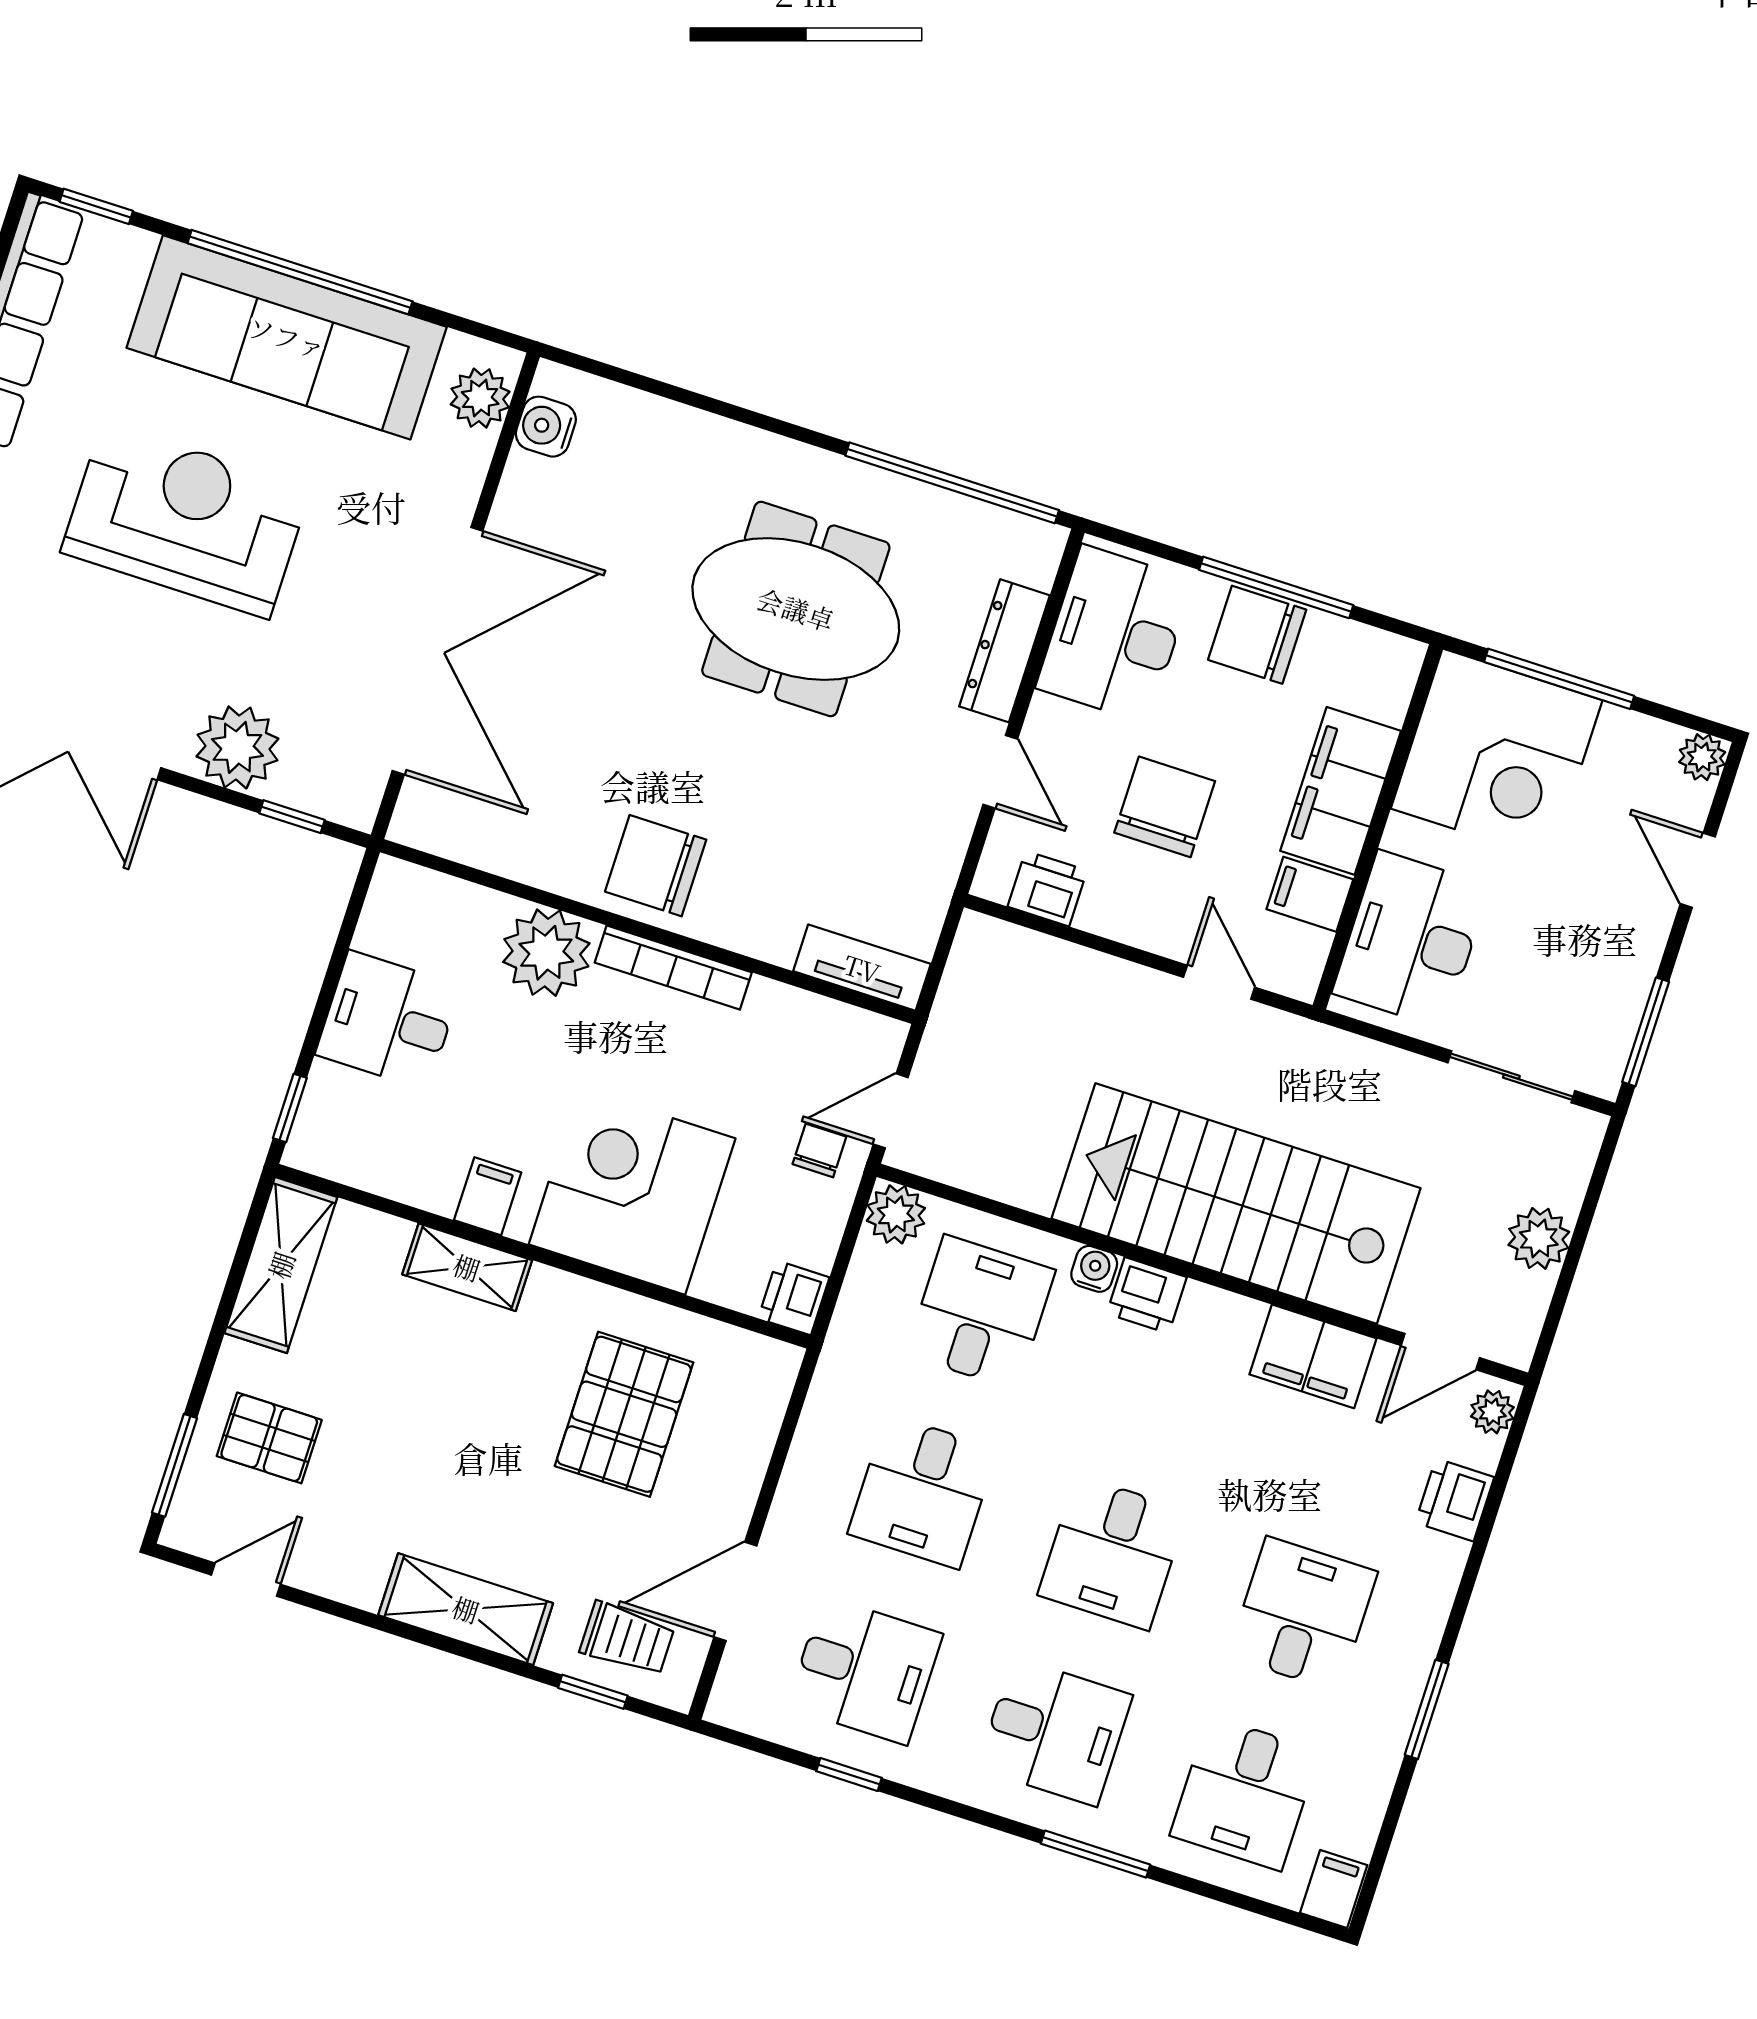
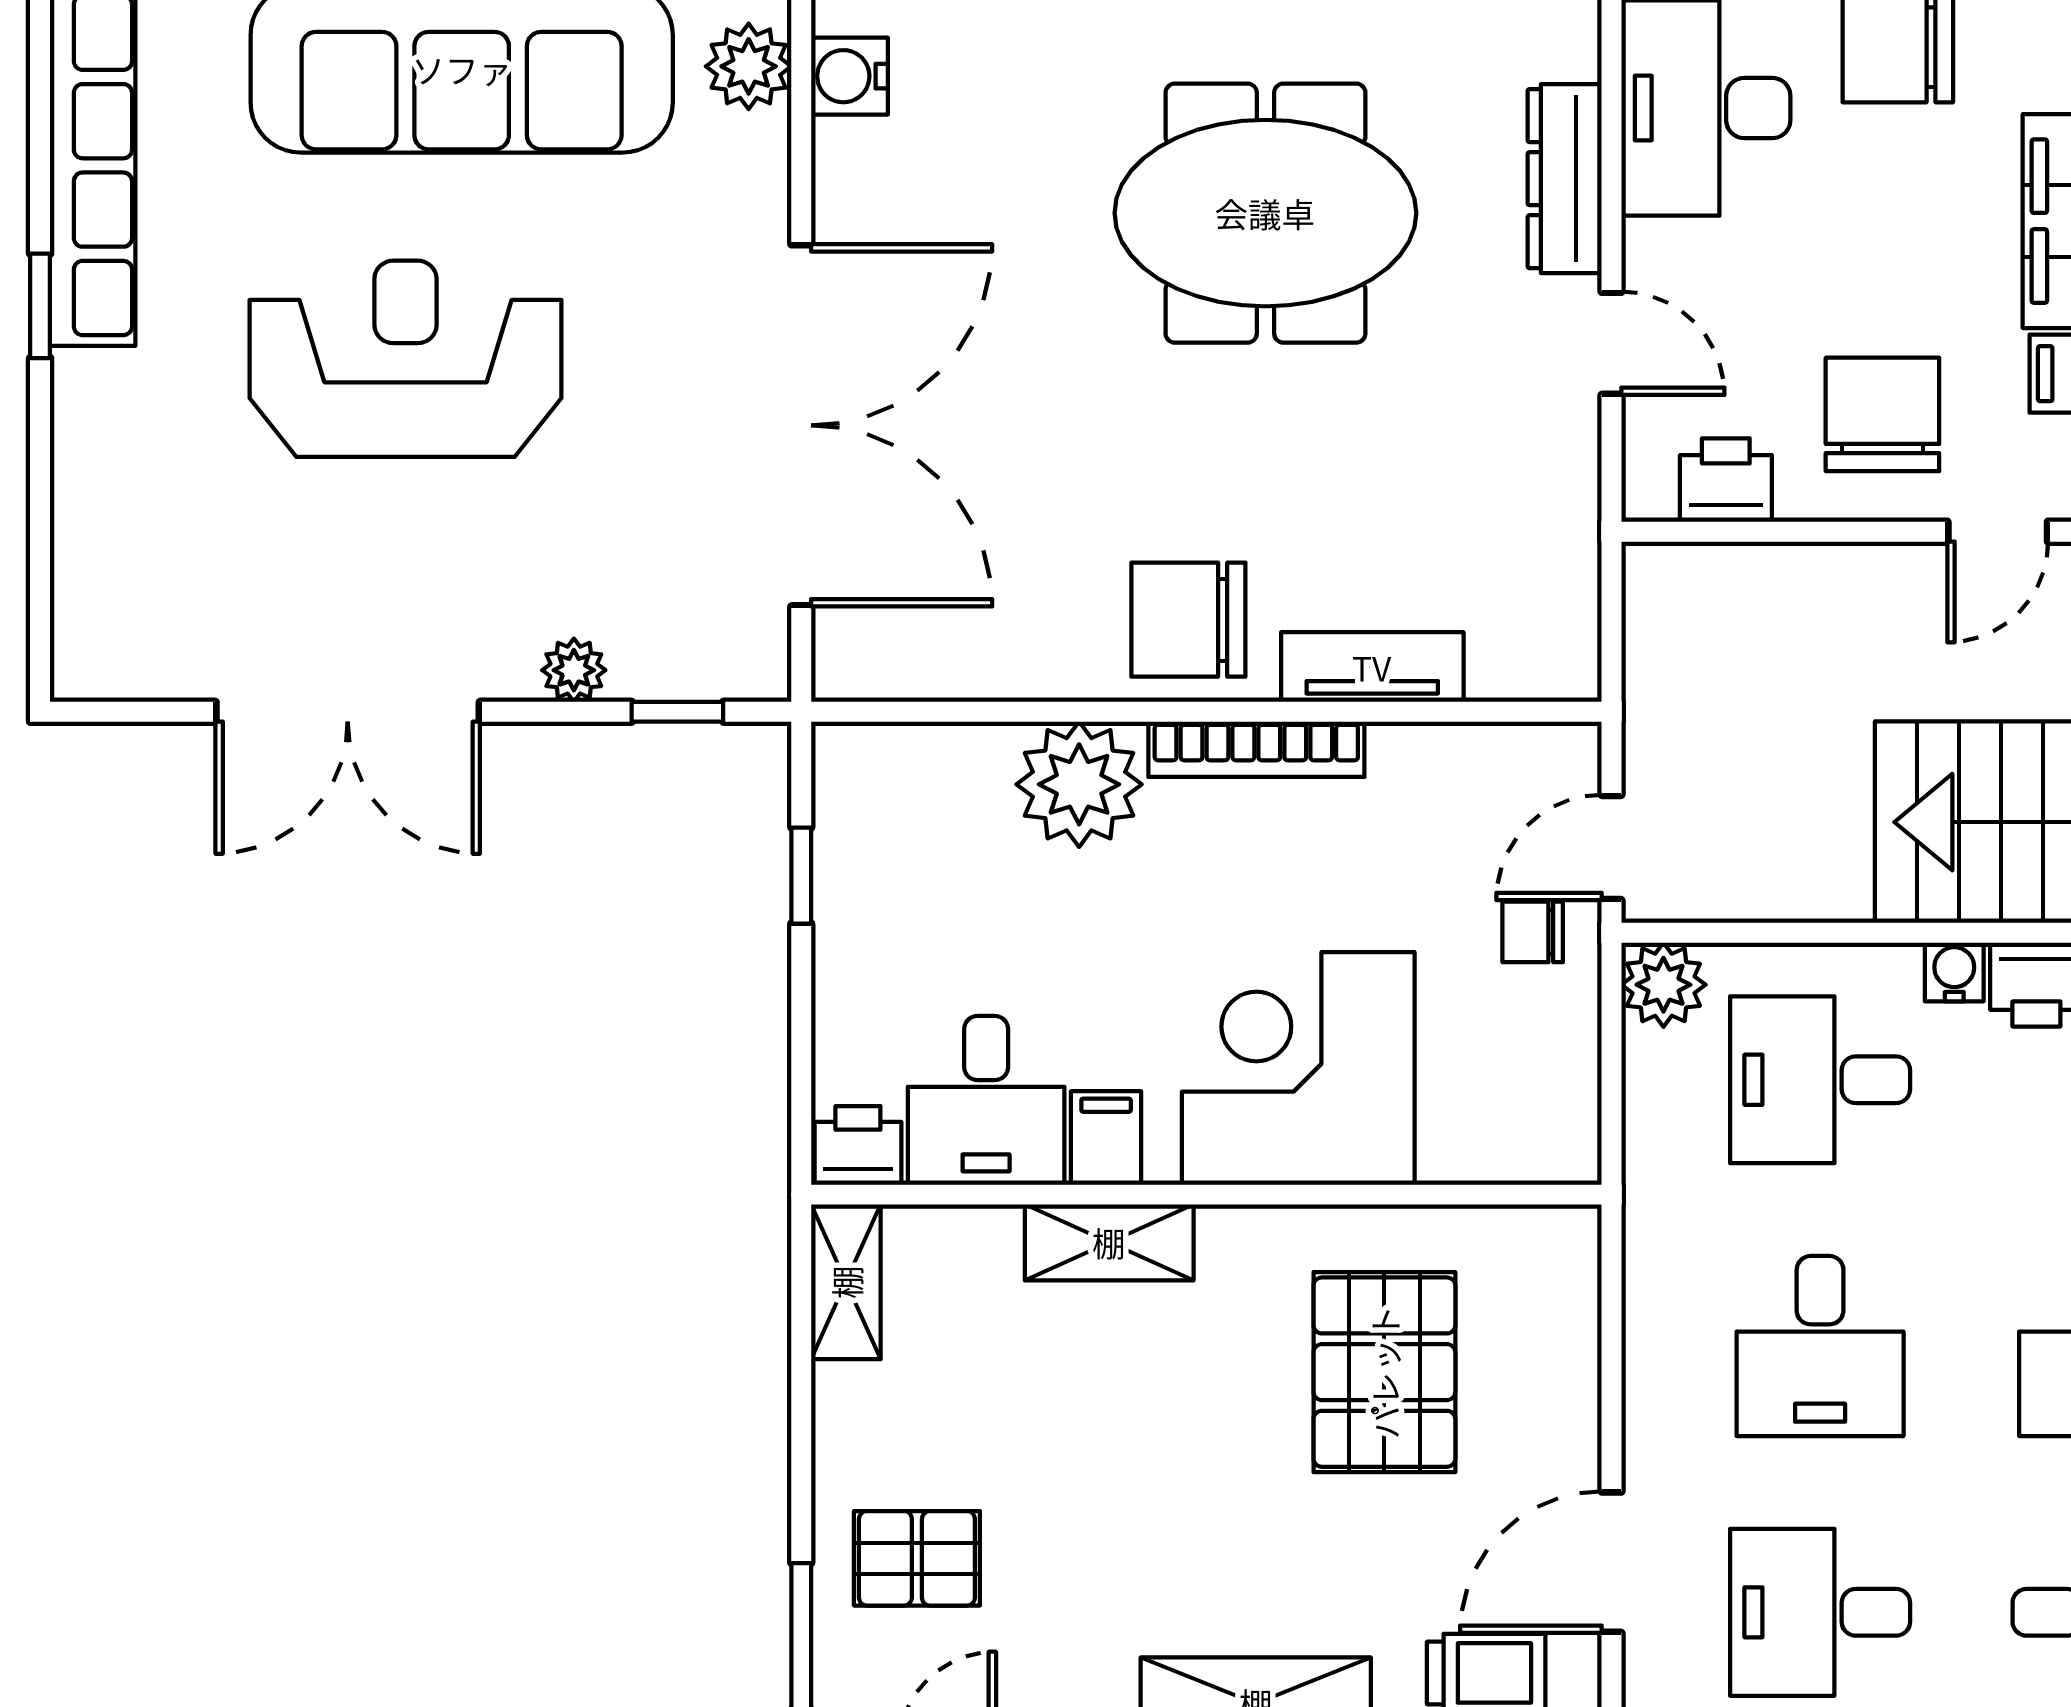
plant: (237, 747) -> (574, 670), width x0.53, depth x0.53
chair: (1165, 807) -> (1882, 414), moved
tv unit: (862, 968) -> (1372, 667), moved
door: (1219, 982) -> (1998, 532), swing flipped
desk: (388, 1020) -> (986, 1100), moved, turned -90
window: (290, 1108) -> (801, 876), moved
chair: (819, 1150) -> (1533, 932), turned -90
shelving: (281, 1265) -> (846, 1282), width x0.67, depth x0.75
printer: (794, 1298) -> (858, 1145), moved, turned 90
desk: (981, 1312) -> (1820, 1080), turned -90
desk: (865, 1670) -> (1820, 1612), turned 180

